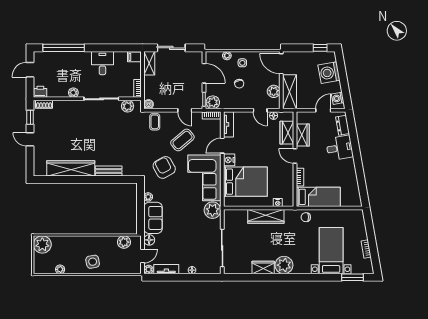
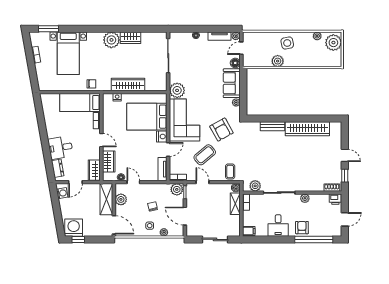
armchair: (77, 61) -> (302, 228), added
shelving: (149, 63) -> (235, 204), moved
washing machine: (329, 73) -> (74, 228), moved, turned -80
wardrobe: (303, 135) -> (94, 170), moved
plant: (124, 242) -> (278, 61), moved
plant: (42, 244) -> (333, 43), moved

